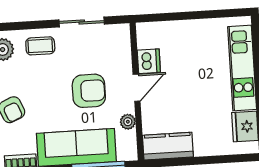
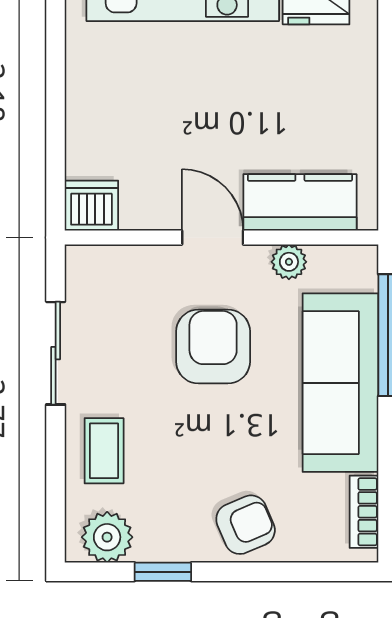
dishwasher: (149, 61) -> (91, 206), moved
kitchen counter: (168, 146) -> (300, 202), moved, turned 90

